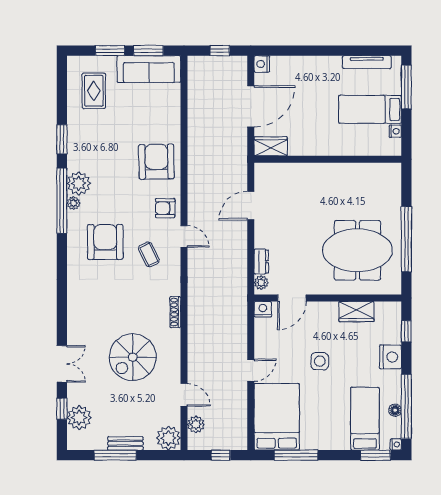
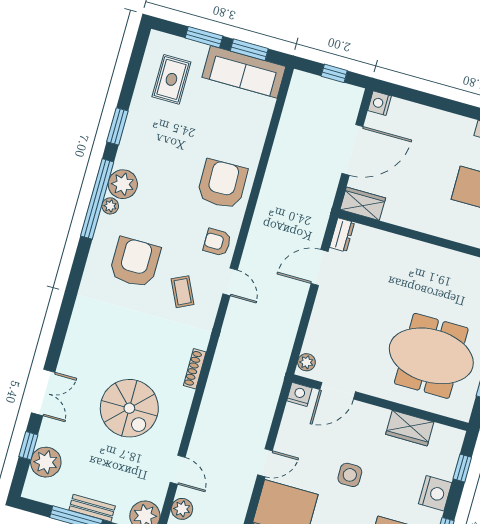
dresser: (261, 262) -> (342, 235), moved
spiral stairs: (133, 357) -> (129, 408), turned -90

